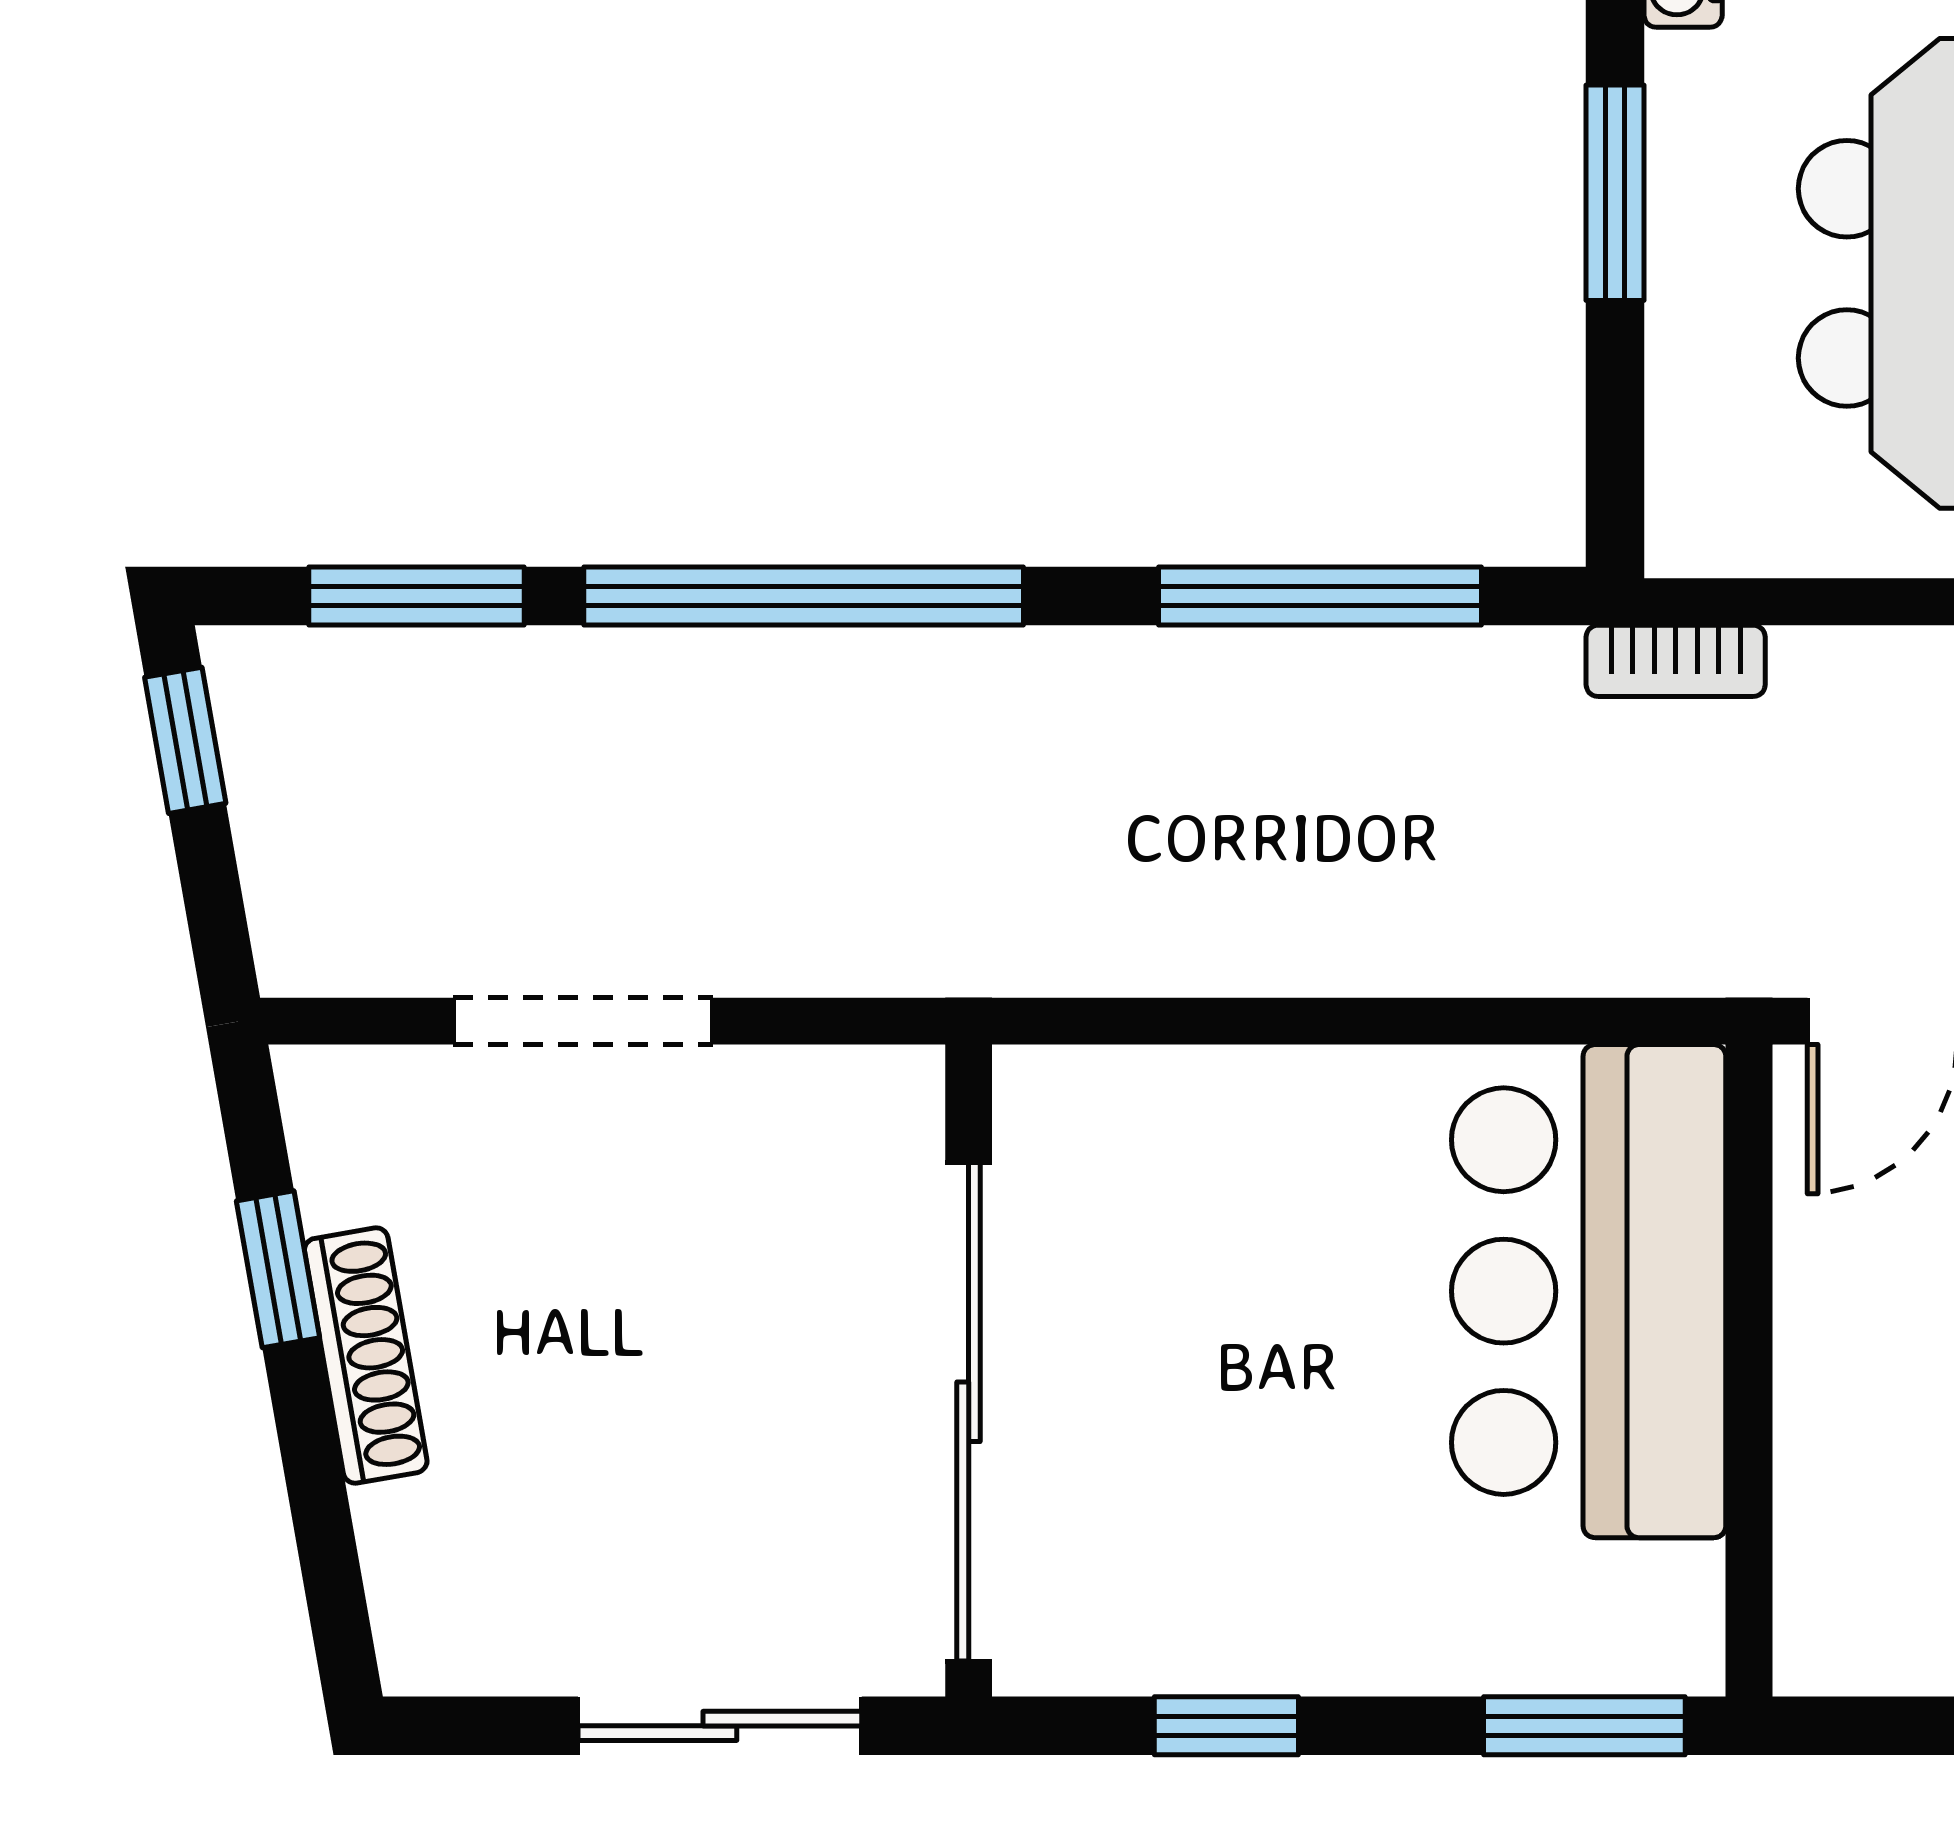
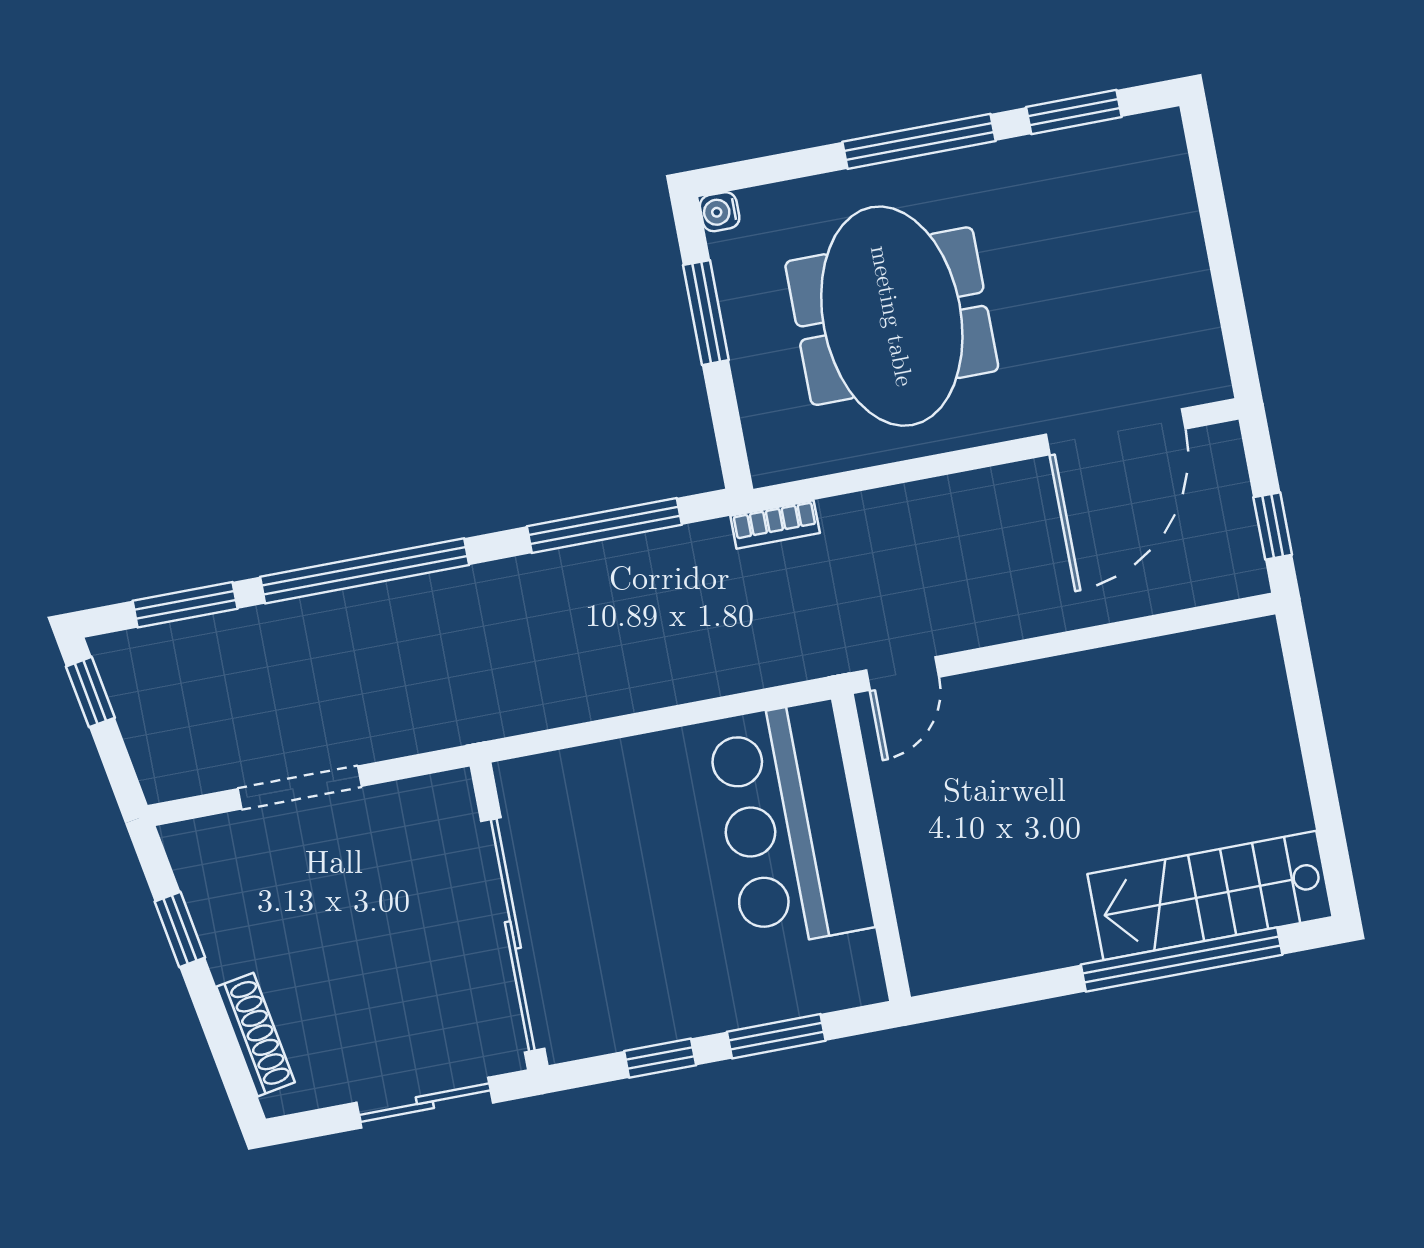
shoe rack: (366, 1356) -> (255, 1035), moved
window: (1584, 1726) -> (776, 1036), moved

